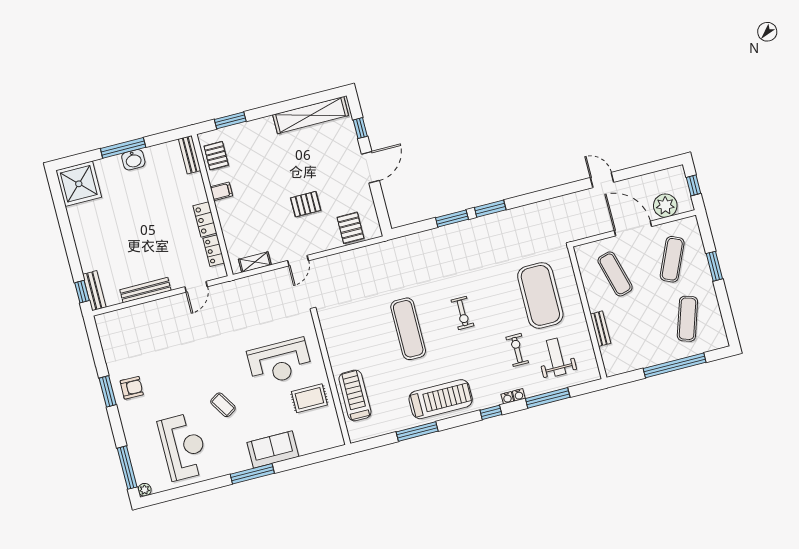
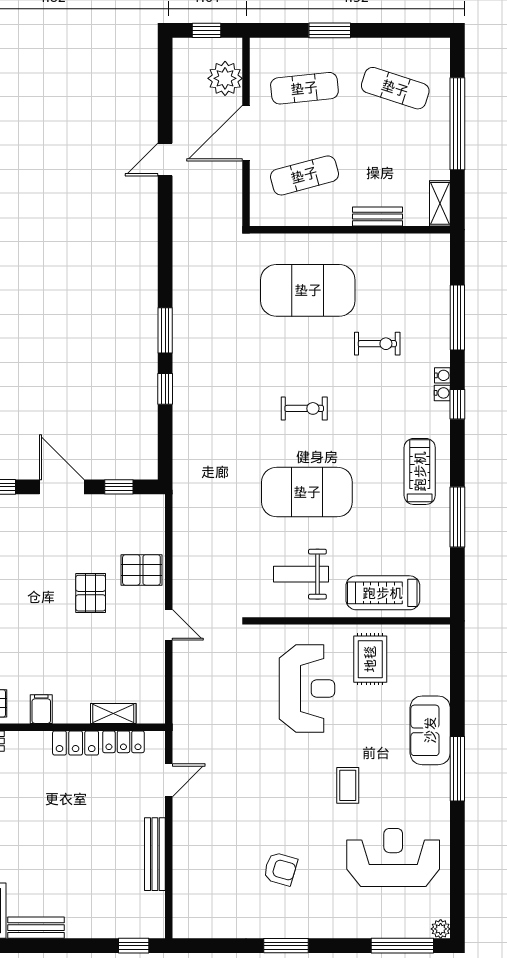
window: (380, 205) -> (119, 487), added
window: (452, 219) -> (165, 389), width x0.67
pallet: (350, 228) -> (141, 570), moved
exercise mat: (672, 259) -> (304, 88), turned -30
shelving: (255, 262) -> (113, 713), moved, turned 90
door: (196, 287) -> (169, 780), hinge flipped
bench: (94, 291) -> (36, 928), moved
exercise mat: (408, 329) -> (307, 492), width x1.47
exercise bike: (517, 350) -> (377, 344), turned 180
weight bench: (556, 357) -> (301, 574), moved
shelving: (620, 367) -> (440, 203), added
armchair: (132, 388) -> (280, 869), moved, turned 105
water cooler: (519, 395) -> (442, 393), moved
treadmill: (441, 399) -> (420, 471), width x0.73, depth x0.73
coffee table: (223, 405) -> (348, 785), turned -58

